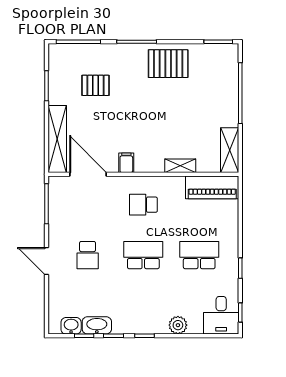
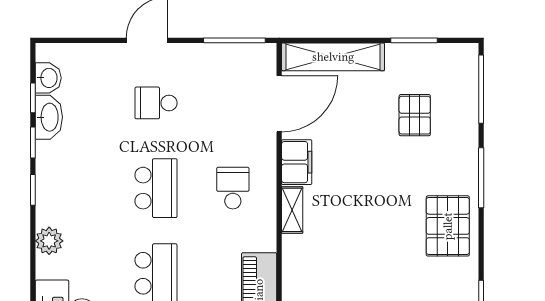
filing cabinet: (126, 163) -> (297, 162), width x2.00
shelving: (180, 166) -> (292, 210), moved

